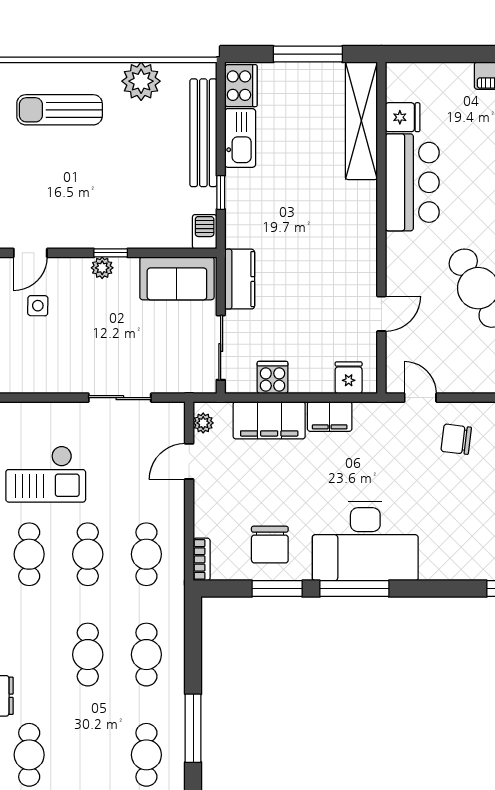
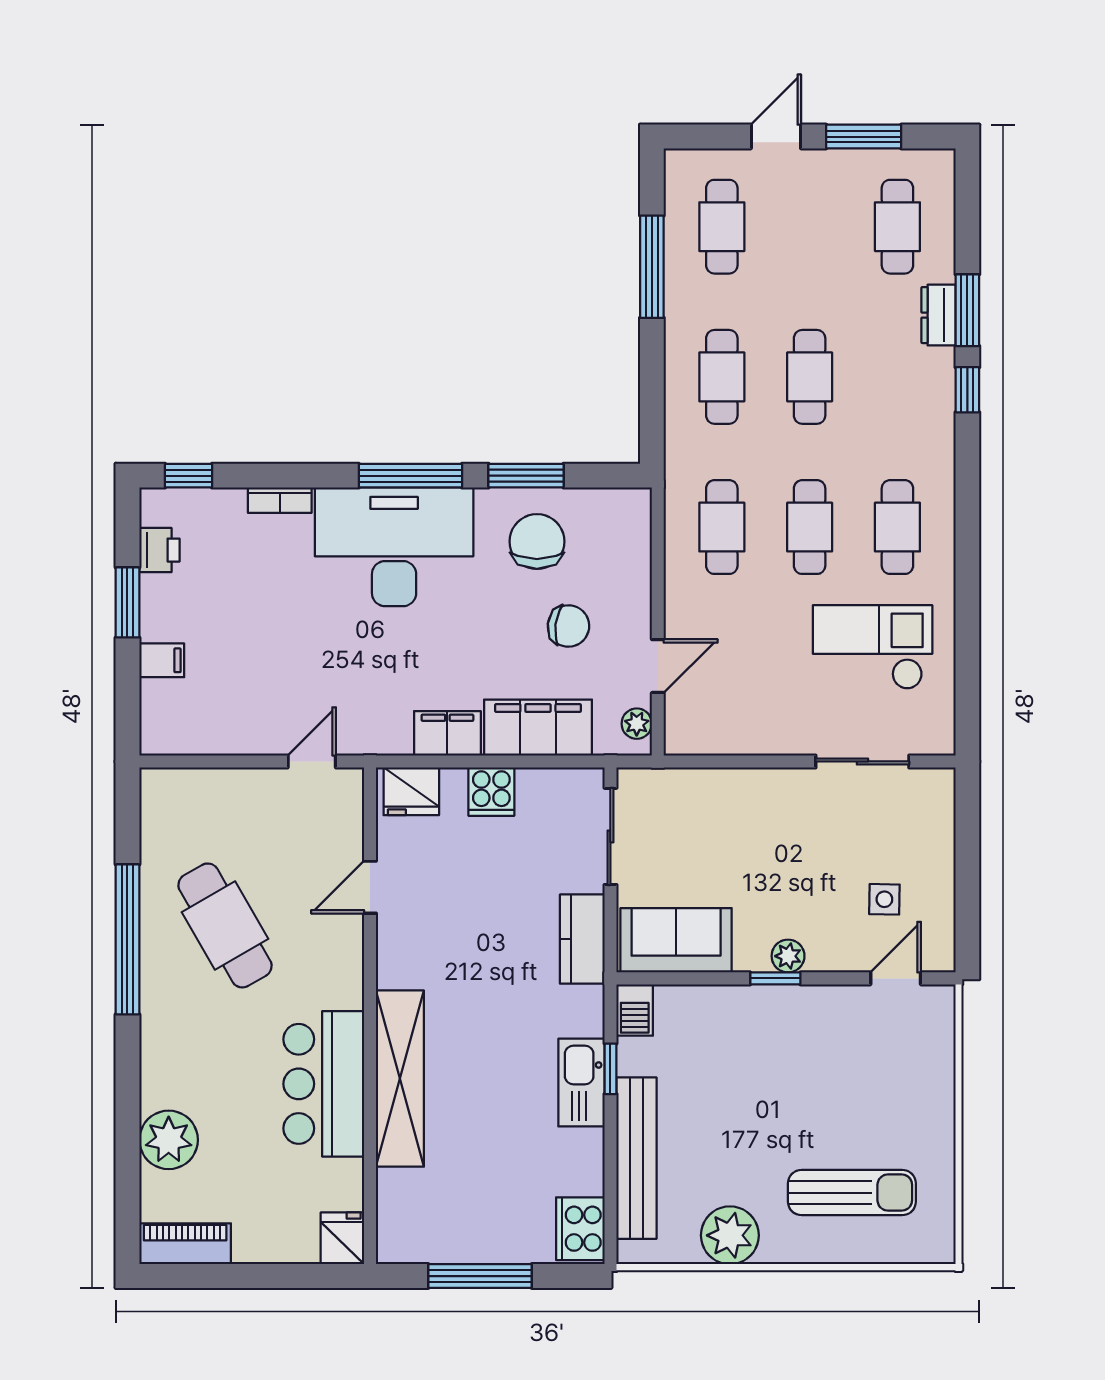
fridge: (403, 117) -> (342, 1238), moved, turned 90
shelving: (361, 121) -> (400, 1079), moved
kitchen sink: (240, 138) -> (581, 1083), moved
cooker: (273, 378) -> (491, 792), moved
fridge: (349, 378) -> (411, 791), width x1.38
sliding door: (120, 398) -> (862, 761), moved
door: (420, 398) -> (312, 761), swing flipped
chair: (456, 439) -> (568, 626), moved
bookcase: (202, 559) -> (280, 500), moved, turned -90

